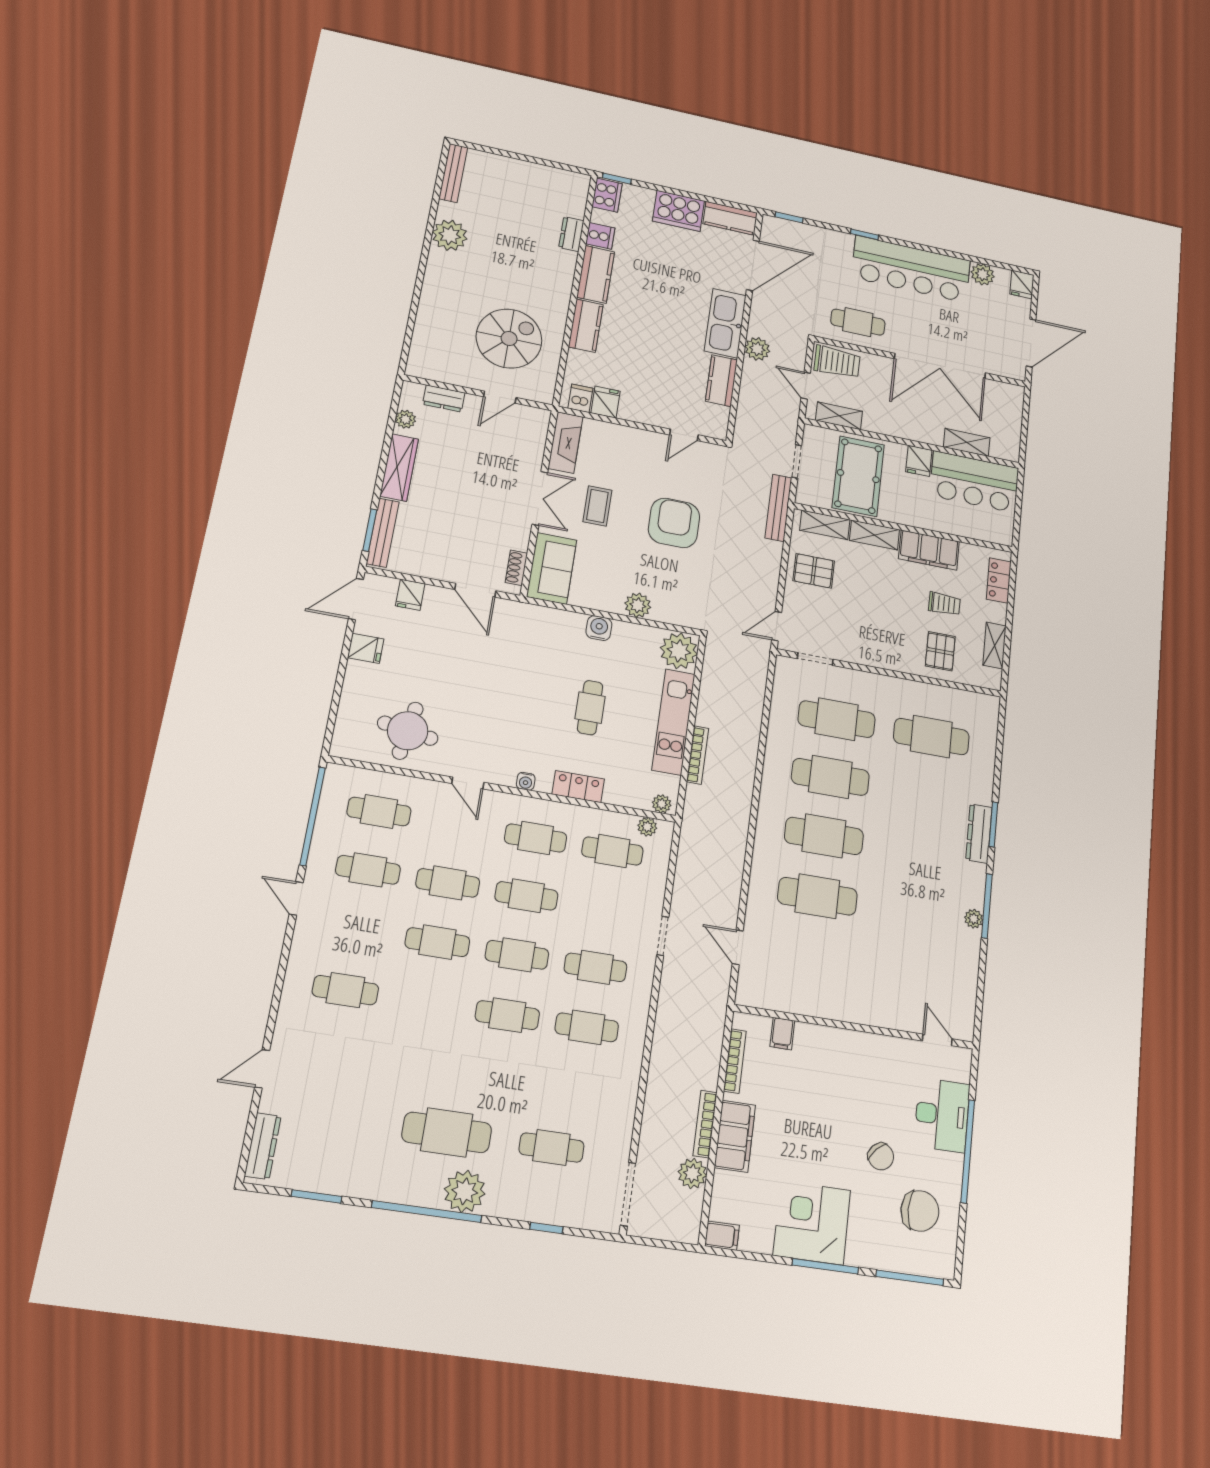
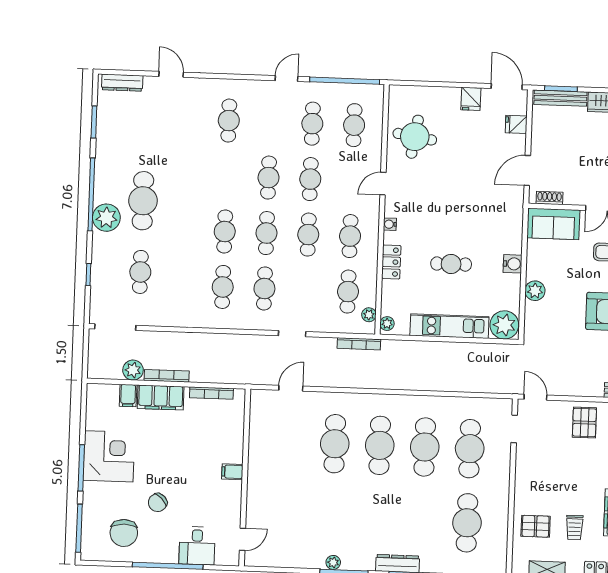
bookcase: (698, 755) -> (359, 344), moved
filing cabinet: (782, 1034) -> (232, 472), moved
desk: (942, 1115) -> (197, 546), width x0.73
filing cabinet: (722, 1236) -> (128, 396), moved

